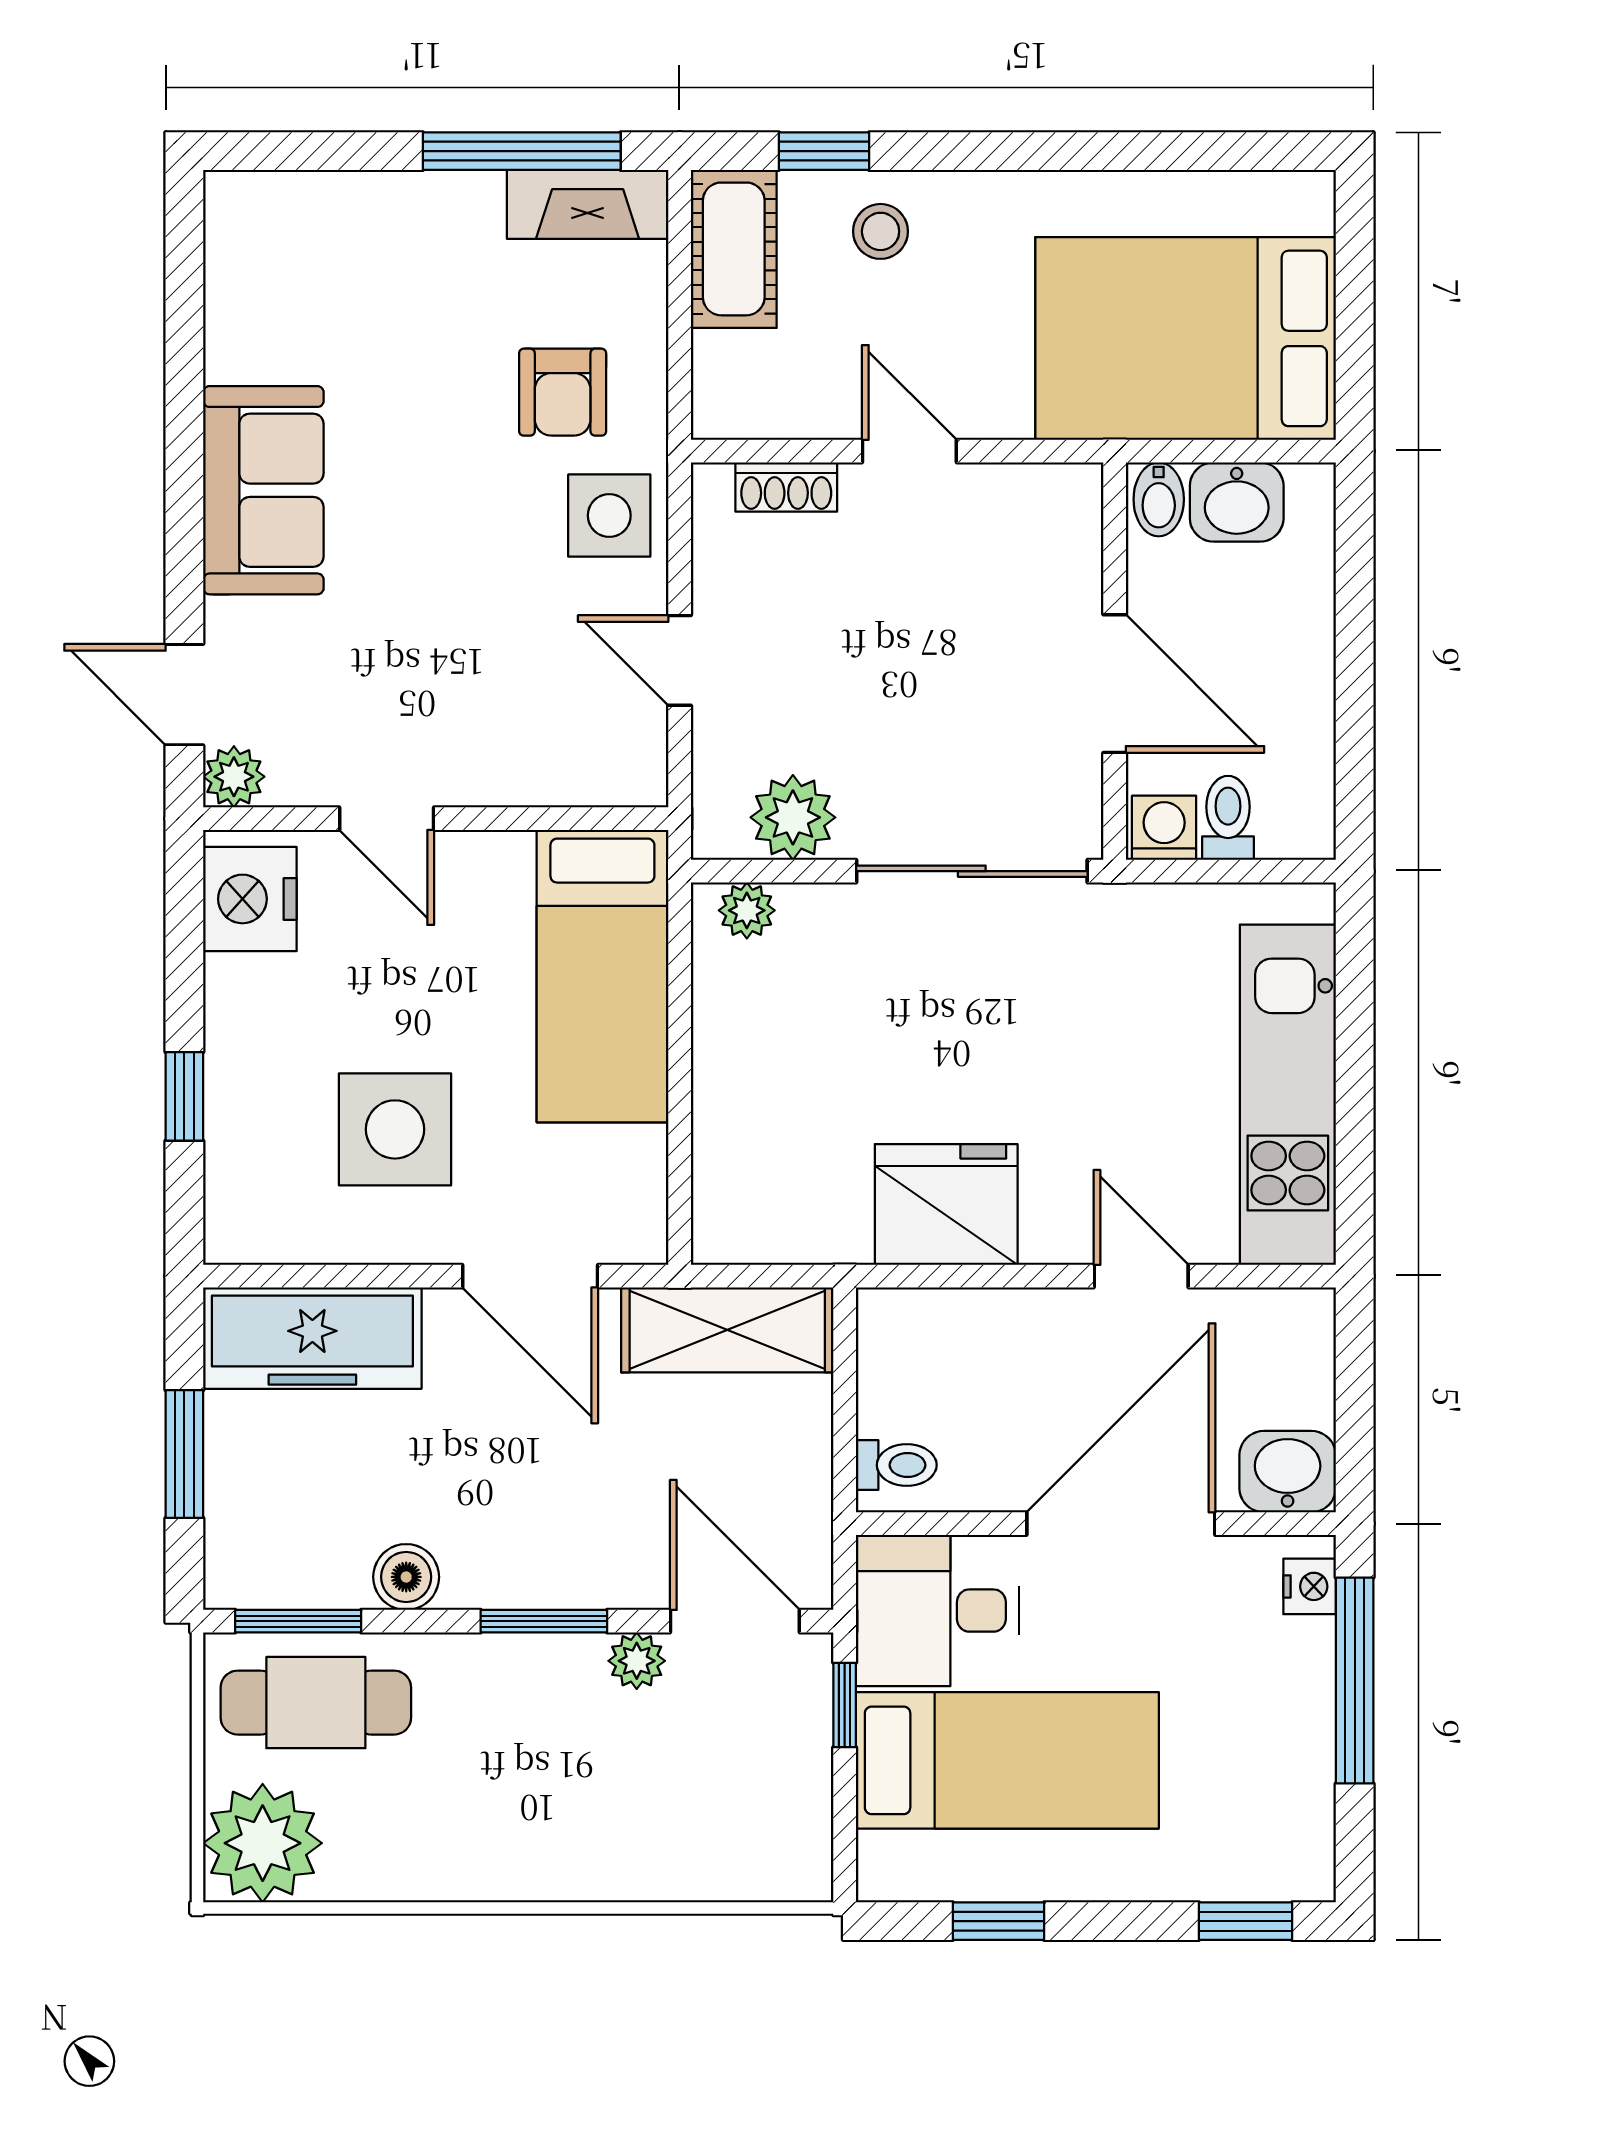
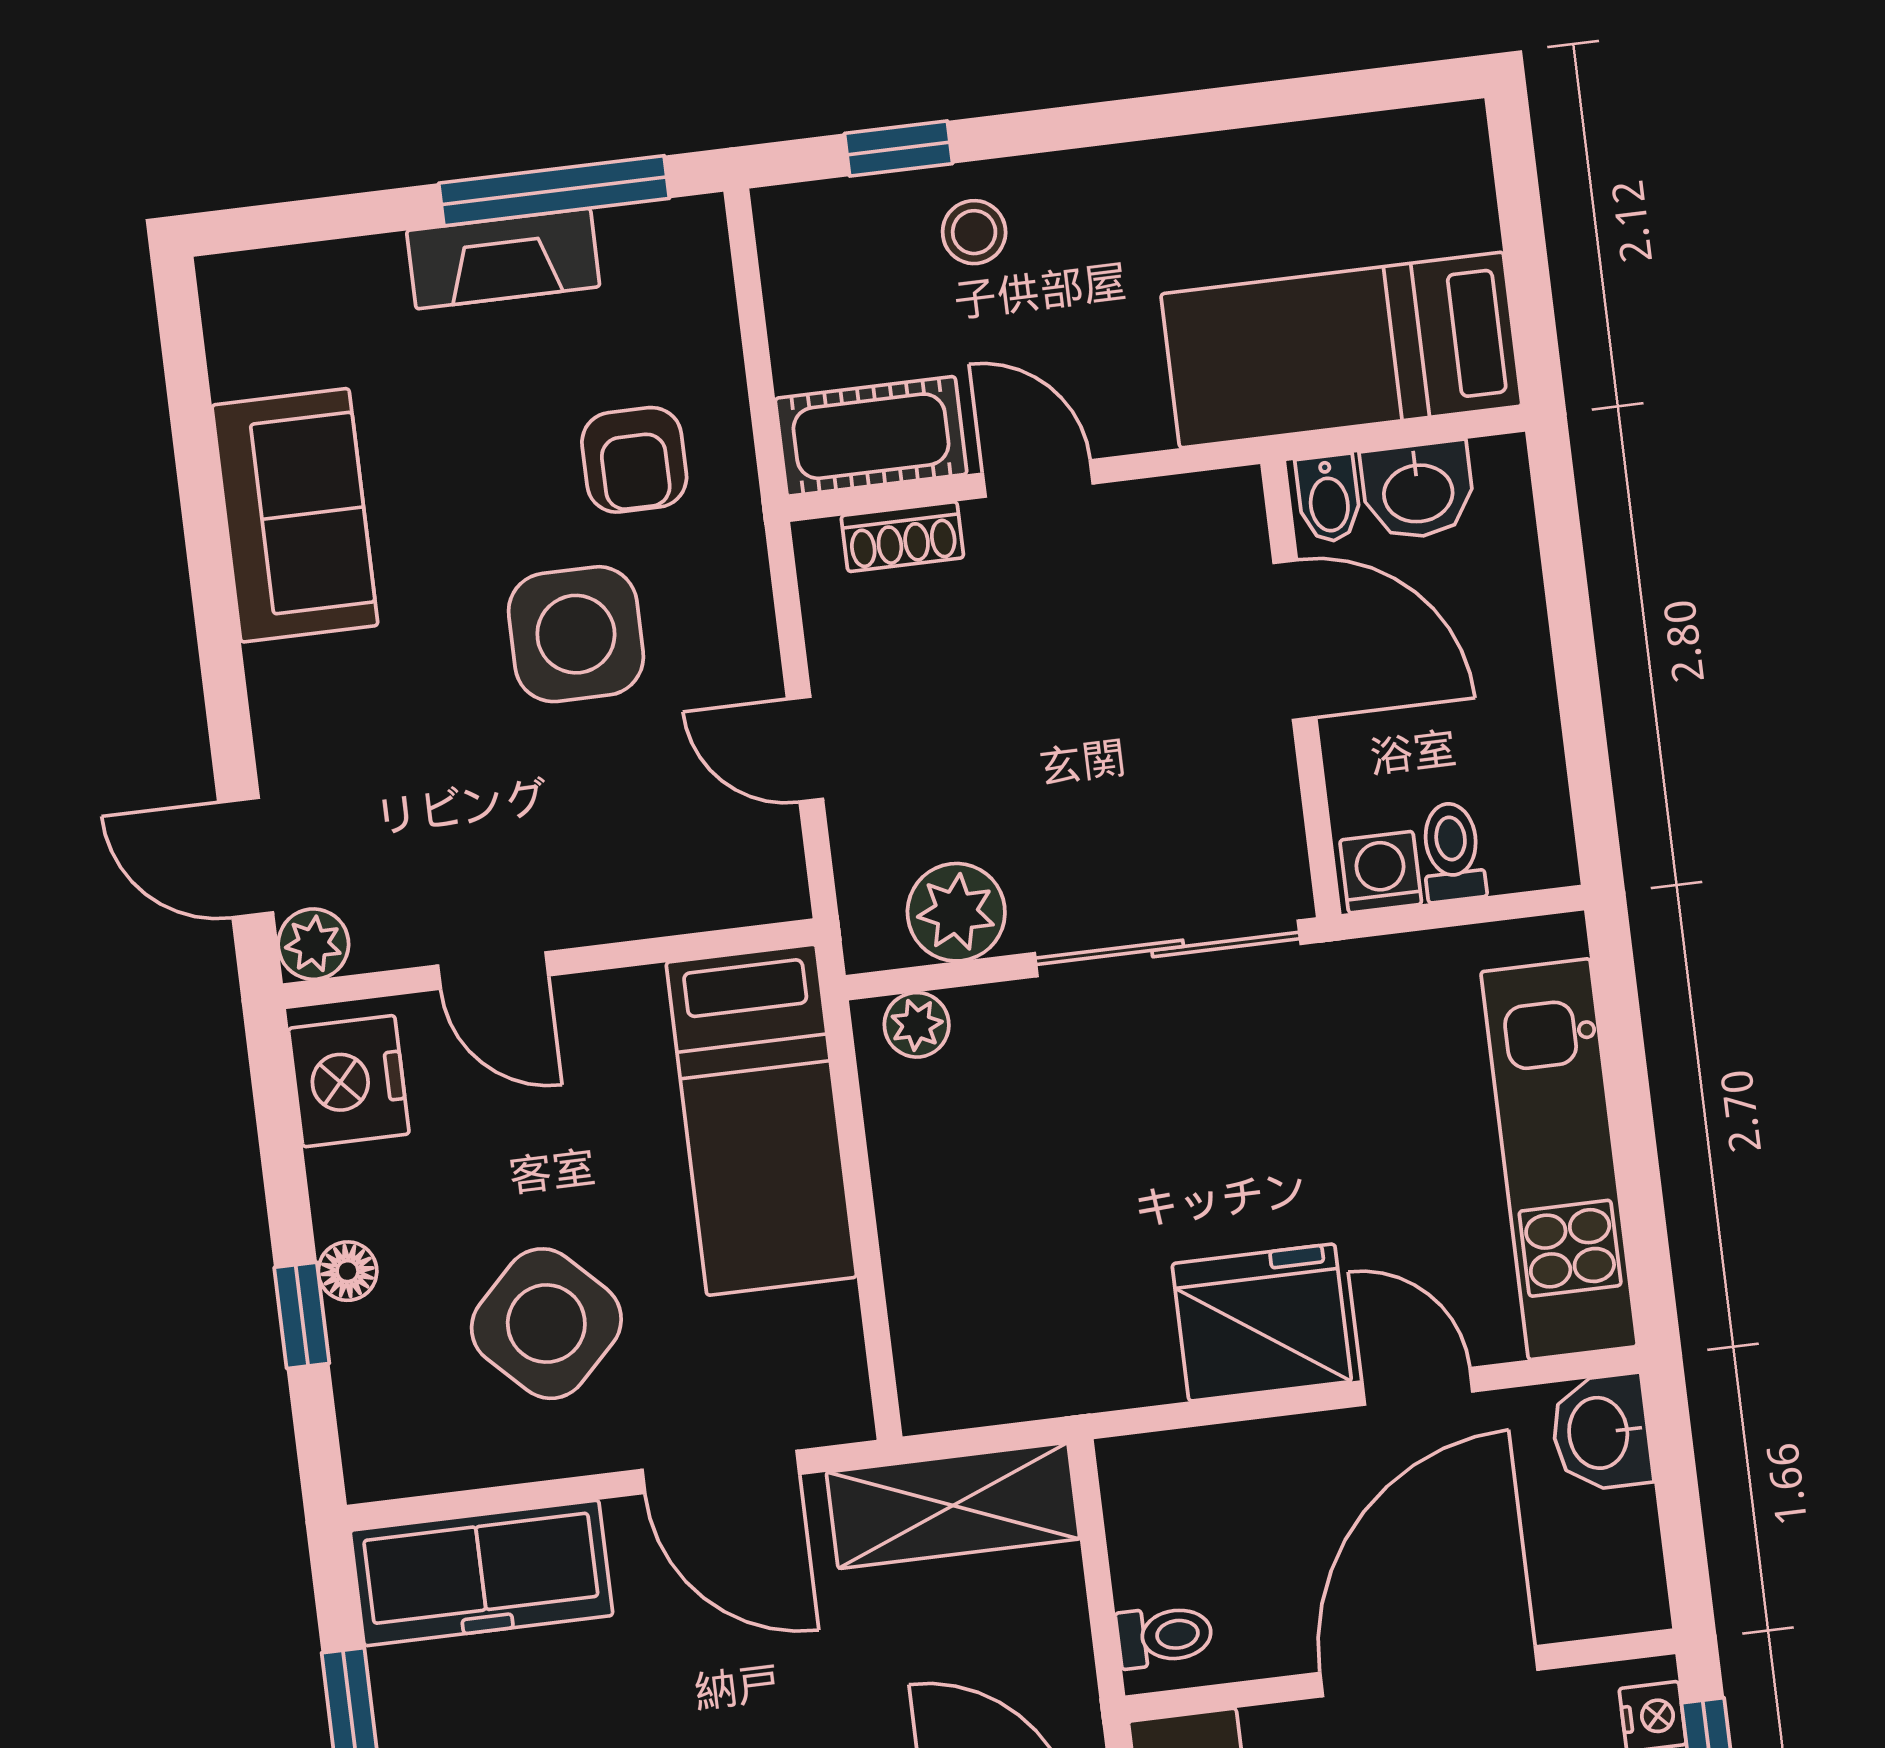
fireplace: (588, 204) -> (503, 259), moved
cot: (734, 249) -> (871, 436), moved, turned 90
bed: (1186, 338) -> (1341, 350), width x0.67
sofa: (263, 490) -> (295, 515), moved
side table: (609, 516) -> (576, 634), moved, width x1.37, depth x1.37
door: (1115, 684) -> (1295, 640), moved
floor lamp: (229, 1063) -> (348, 1271), added
side table: (395, 1129) -> (546, 1324), turned 45
fridge: (946, 1204) -> (1262, 1323), moved
washbasin: (1288, 1472) -> (1601, 1433), moved, turned -90

